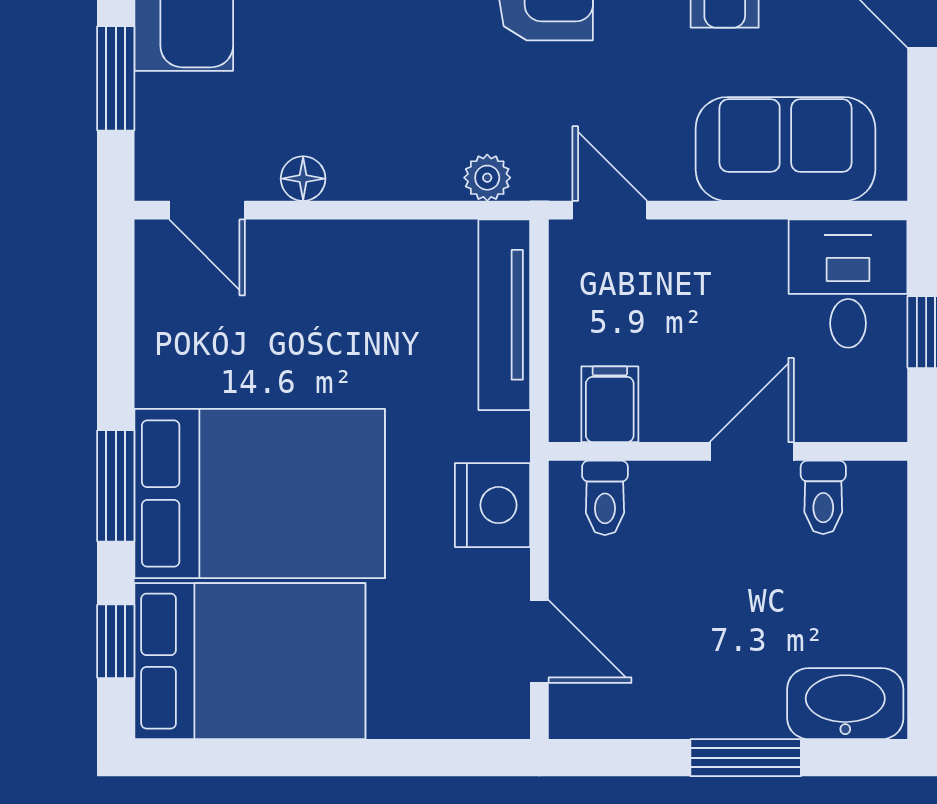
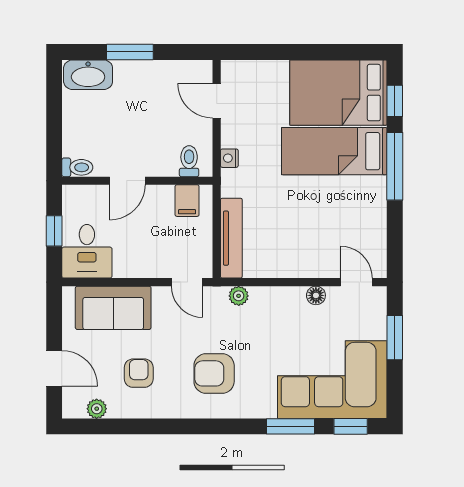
window: (116, 486) -> (395, 166), width x1.44
bed: (260, 494) -> (334, 151), width x0.67
toilet: (823, 497) -> (77, 167), moved, turned 90
nightstand: (492, 505) -> (229, 158), width x0.53, depth x0.56

